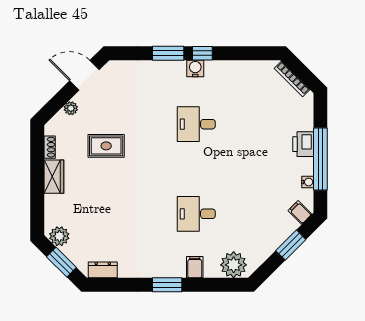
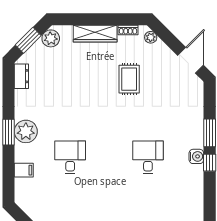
plant: (71, 108) -> (151, 37), moved
wardrobe: (54, 177) -> (95, 34), width x1.50
plant: (234, 265) -> (26, 131), moved
filing cabinet: (195, 267) -> (24, 170), moved

